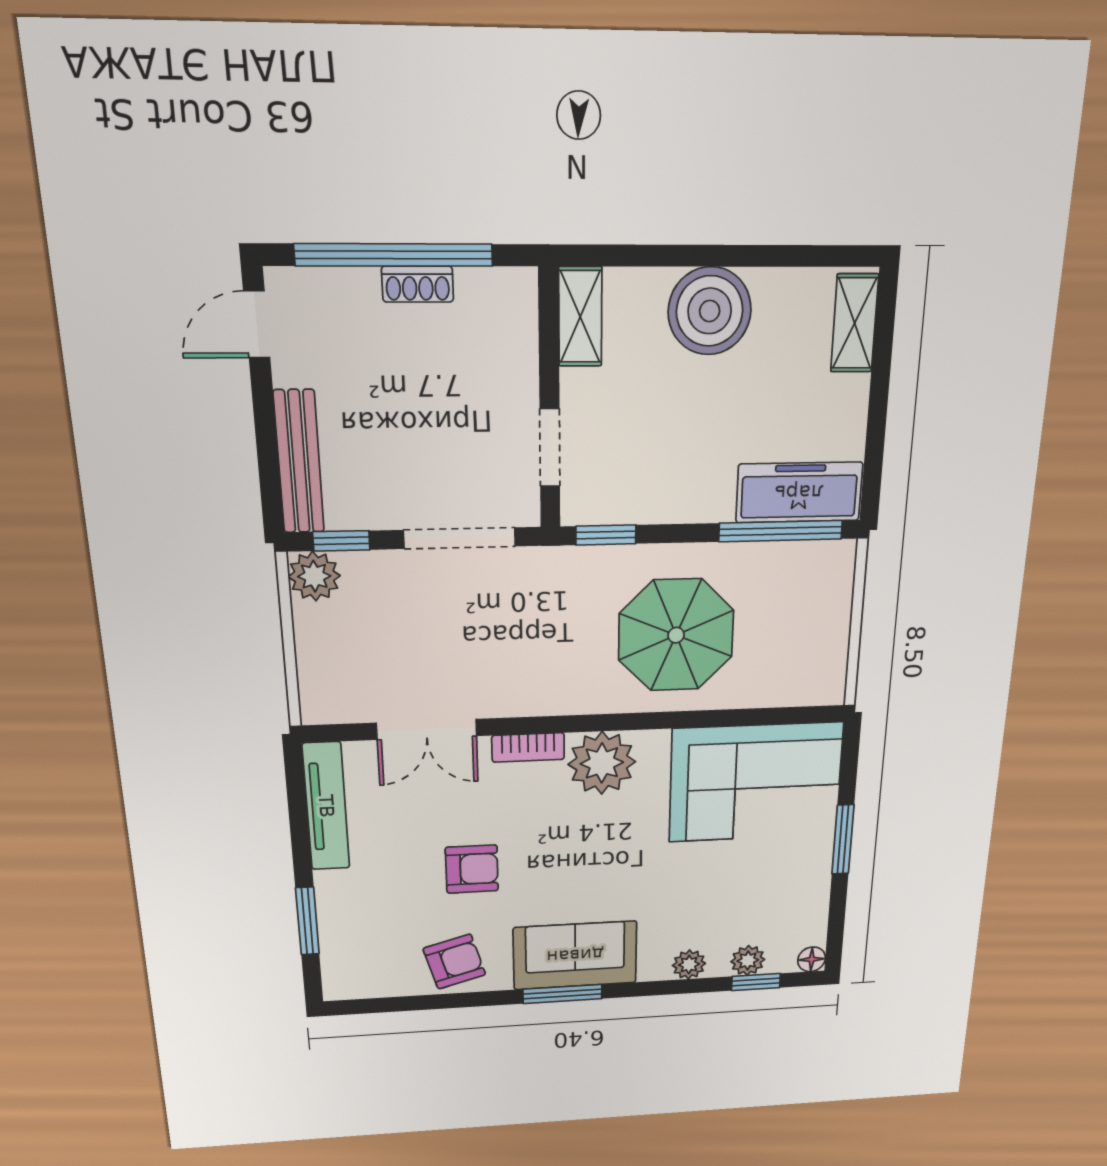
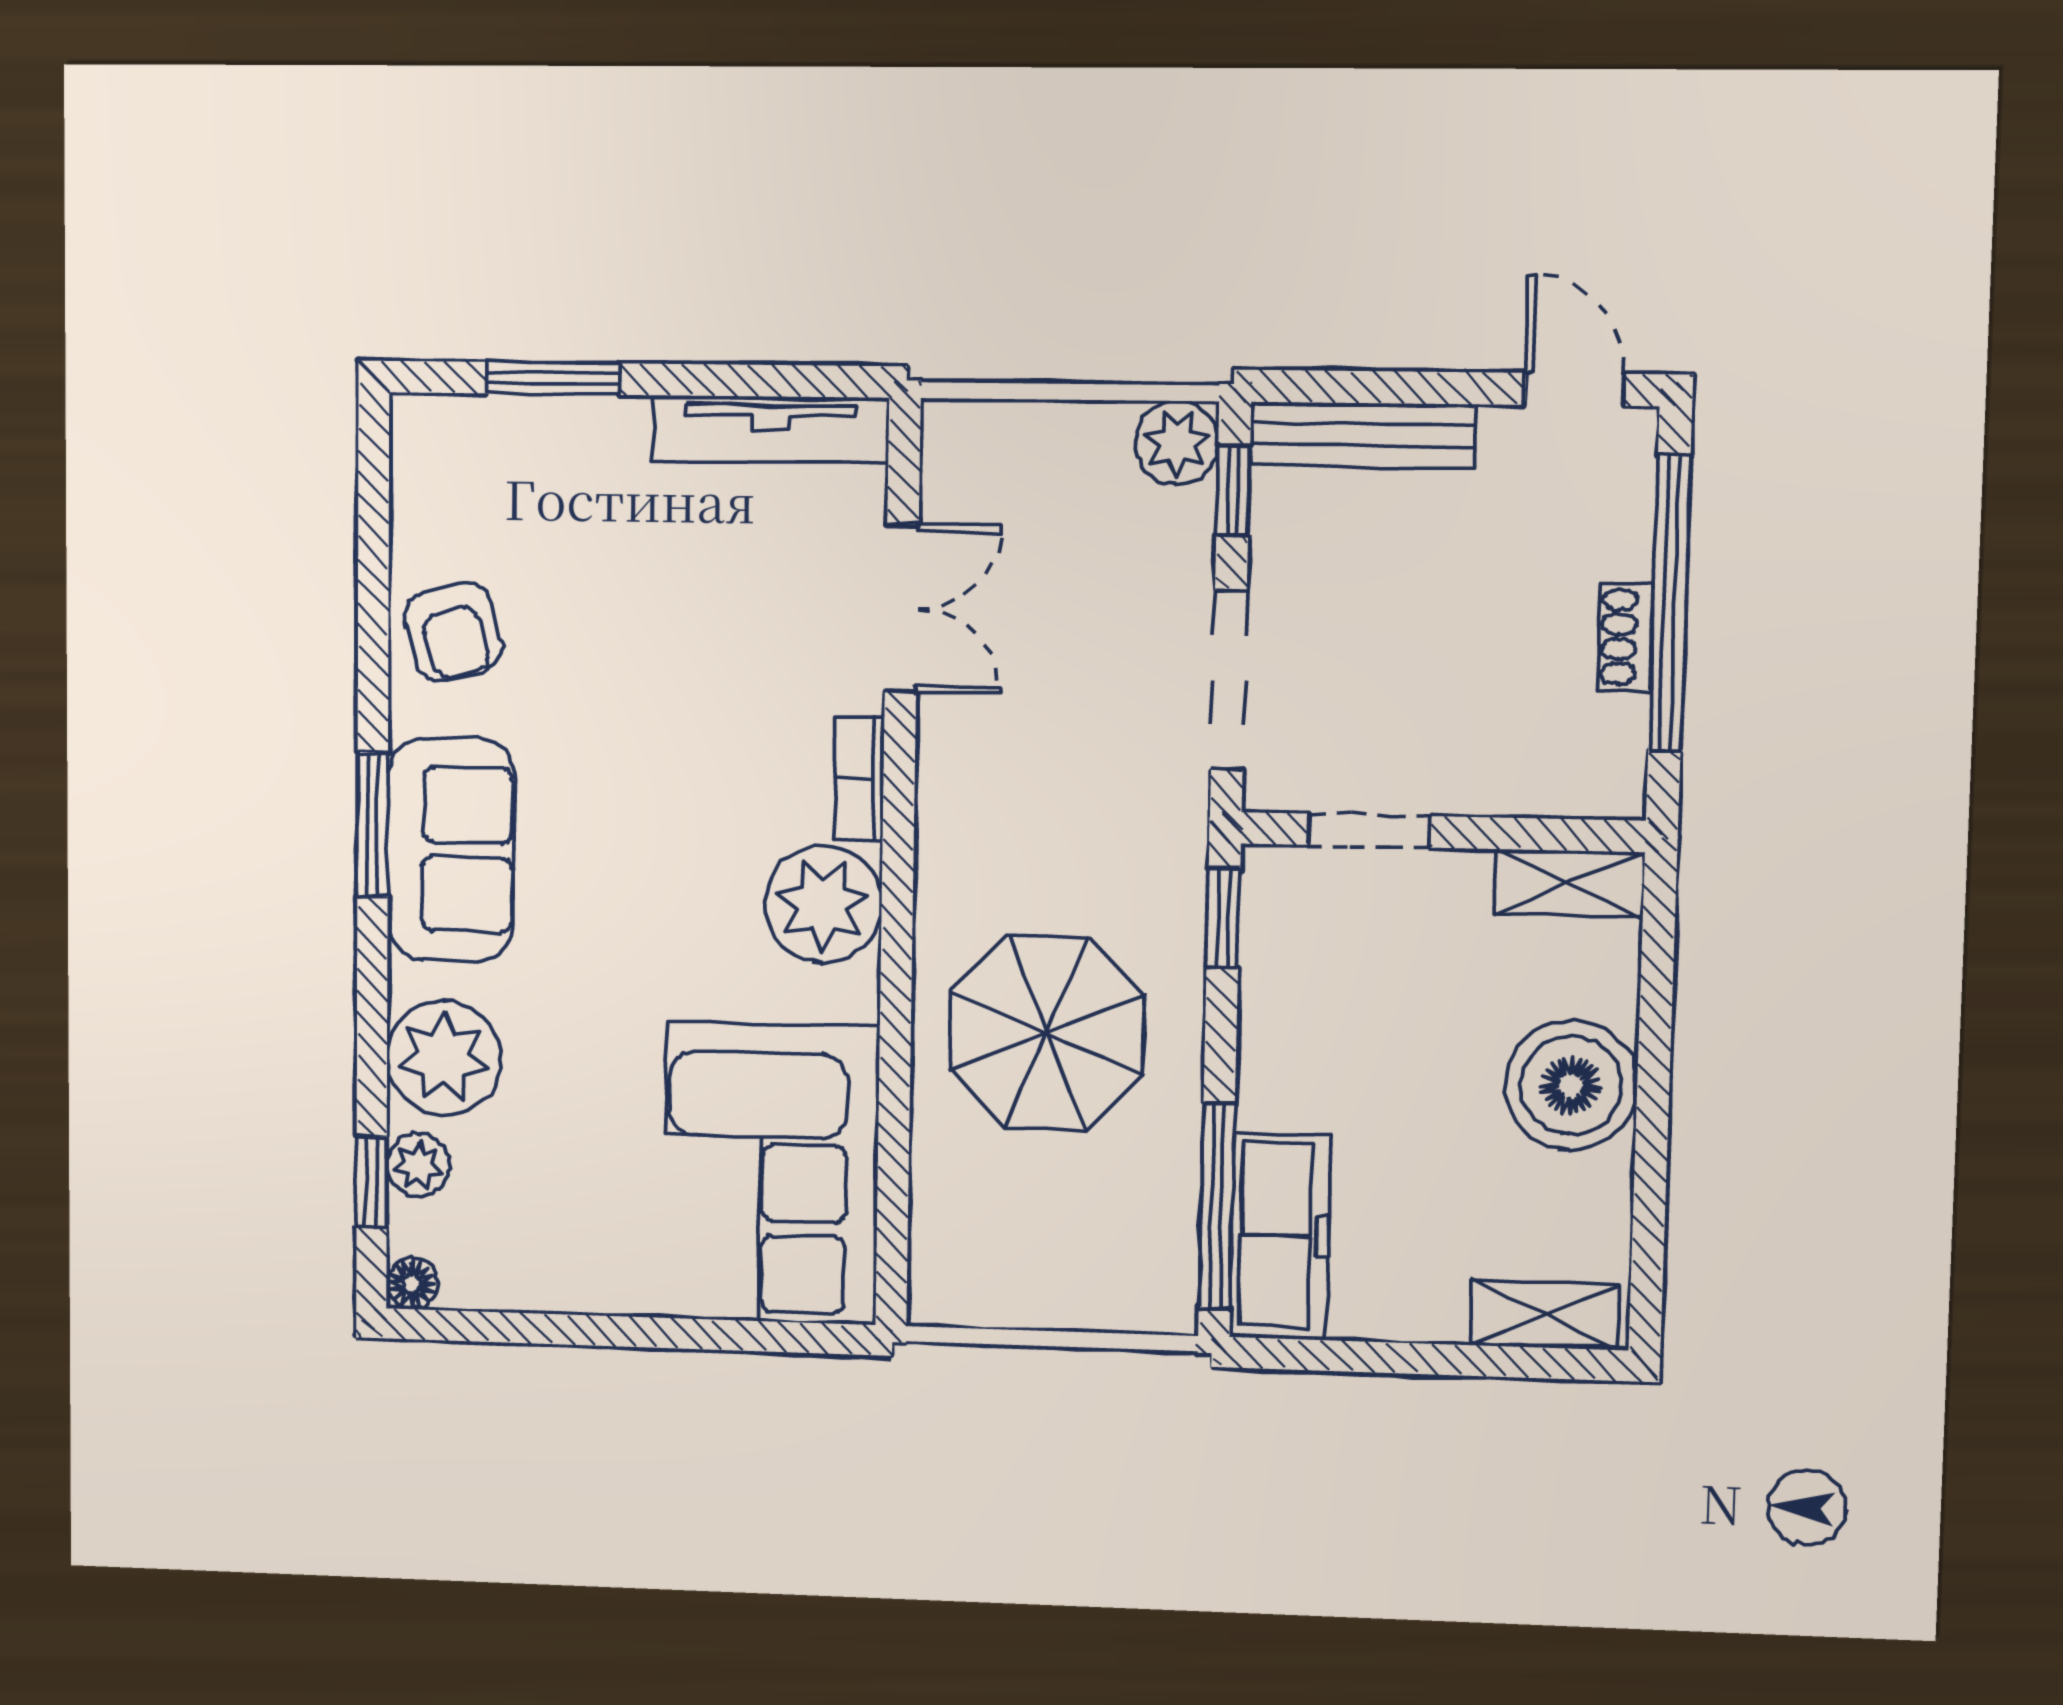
double door: (427, 729) -> (902, 608), swing flipped
window: (843, 840) -> (651, 1332), removed
armchair: (472, 869) -> (635, 672), removed
plant: (689, 964) -> (444, 1058), width x1.88, depth x1.88

